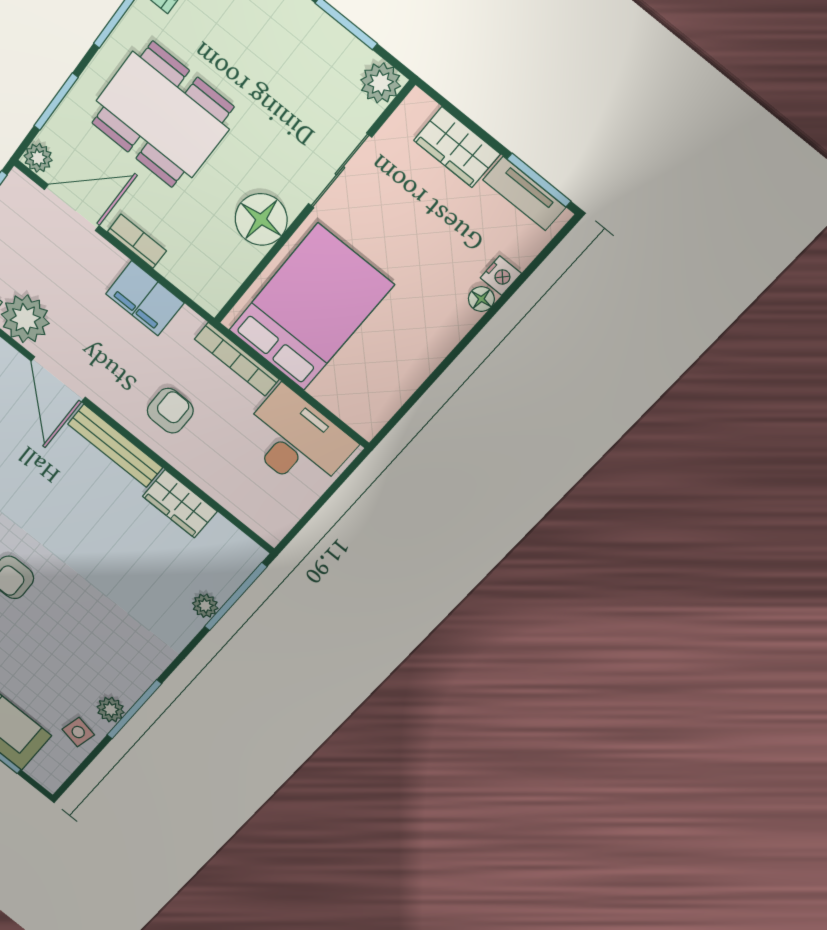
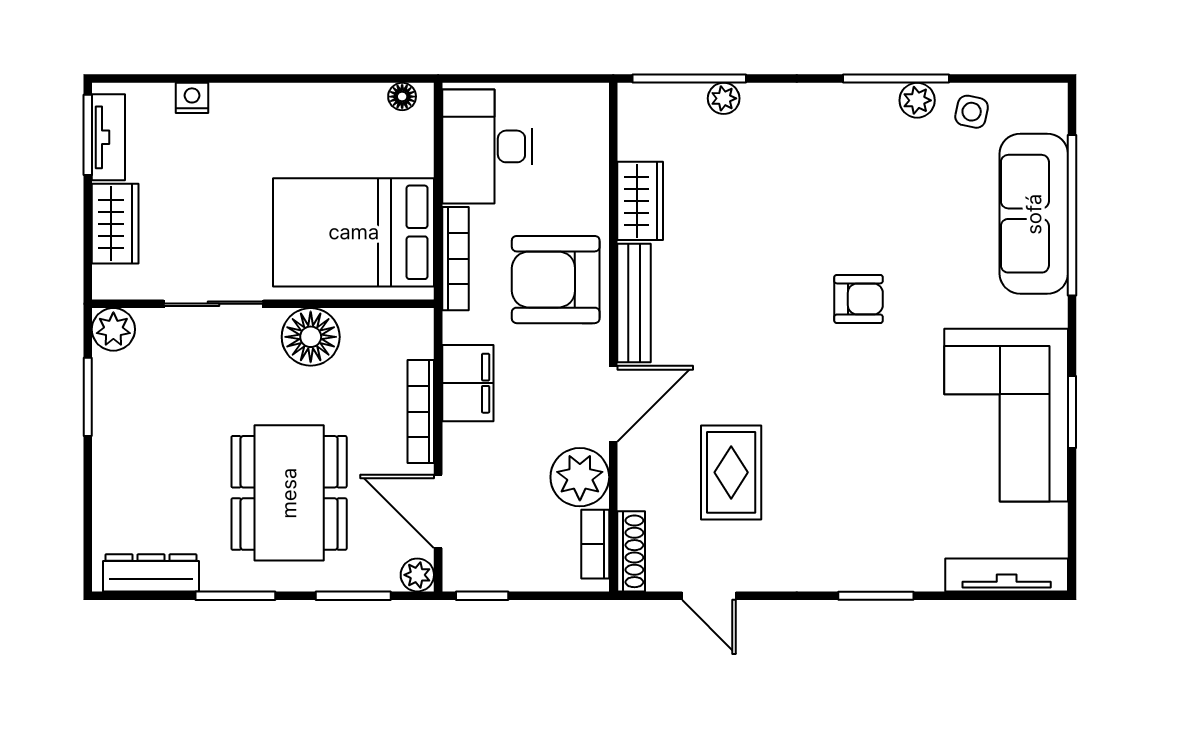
bookcase: (137, 241) -> (421, 412), width x1.56
floor lamp: (481, 299) -> (402, 97), moved
armchair: (170, 411) -> (556, 280), width x1.88, depth x1.88

